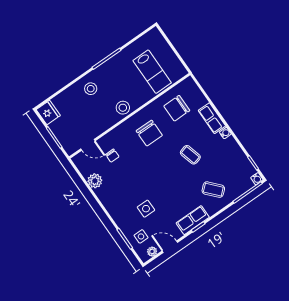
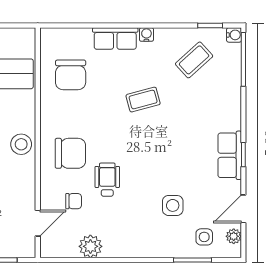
chair: (149, 133) -> (70, 153), moved
wheelchair: (136, 165) -> (107, 180), added
coffee table: (213, 190) -> (194, 60), moved

